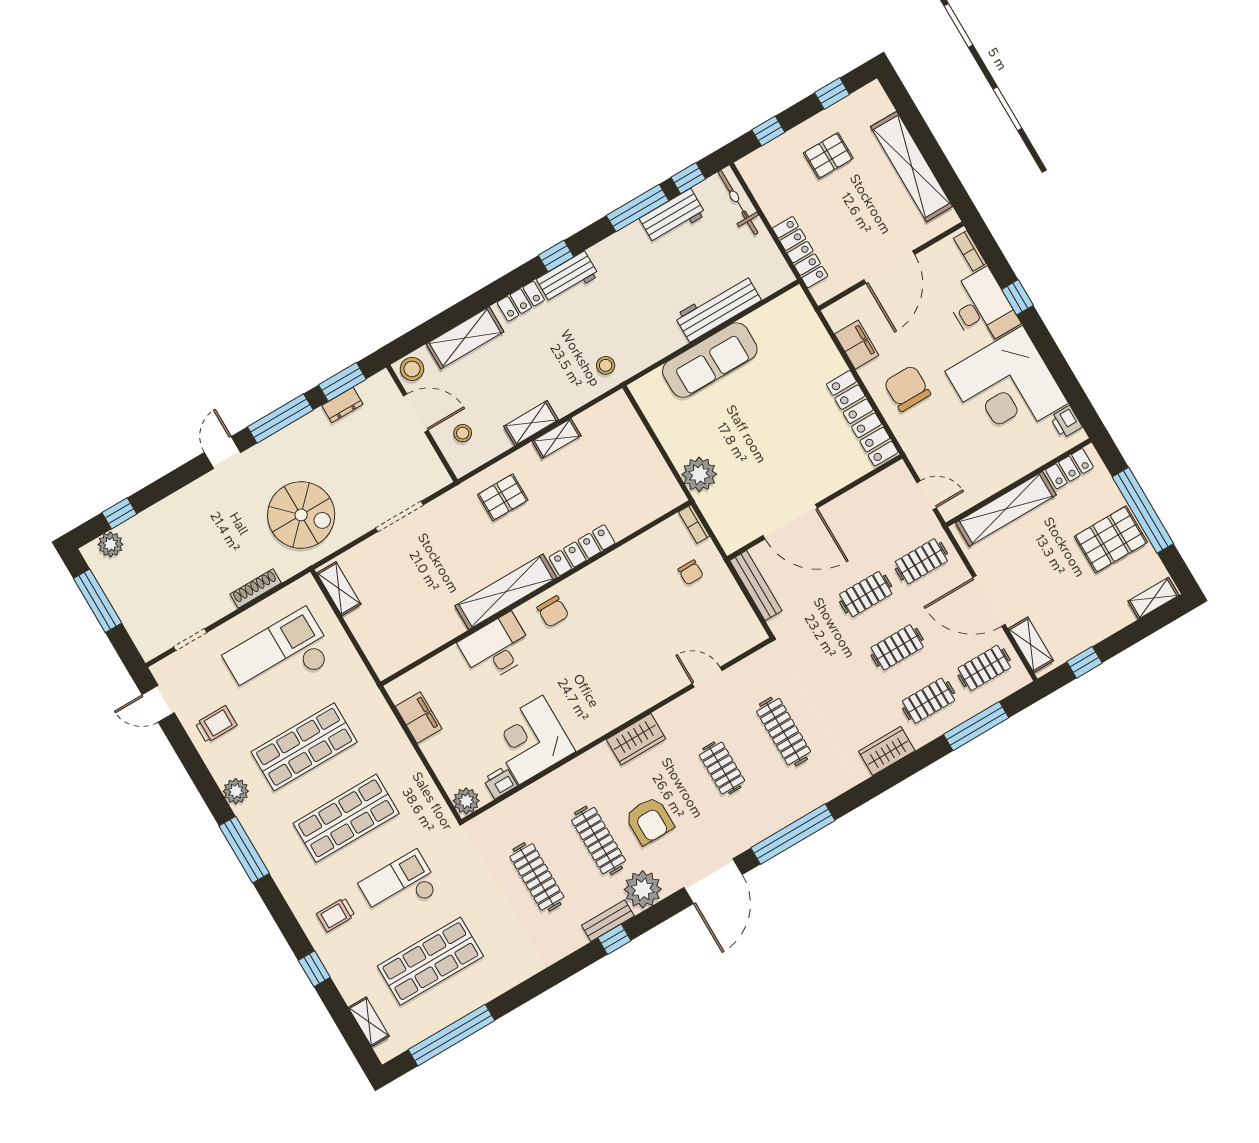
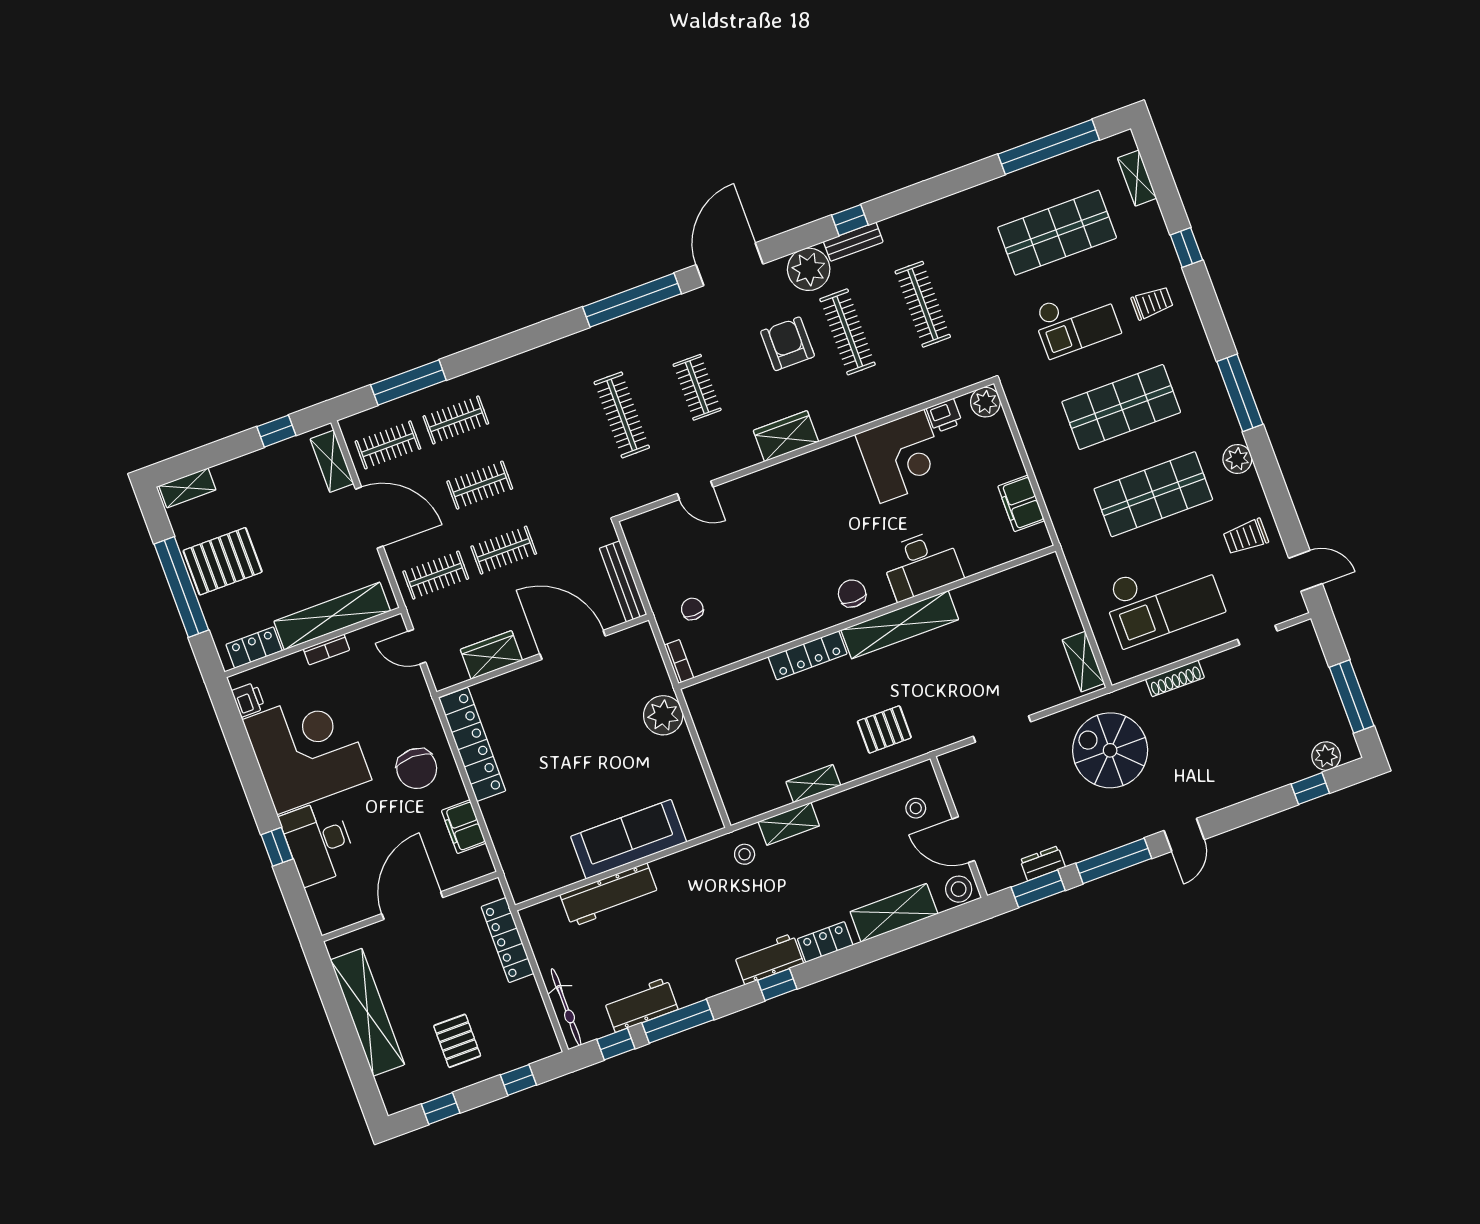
pallet: (828, 156) -> (457, 1041), turned 90
bookcase: (970, 251) -> (326, 650), moved, turned 90
shelving: (531, 423) -> (789, 824), moved
wardrobe: (887, 751) -> (491, 655), moved, turned 180

